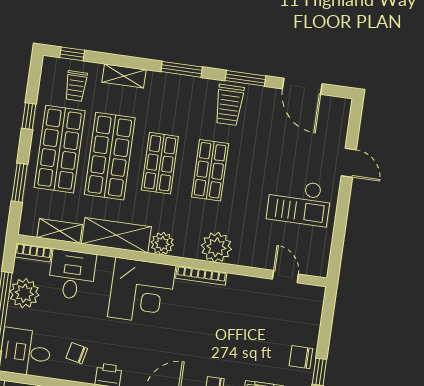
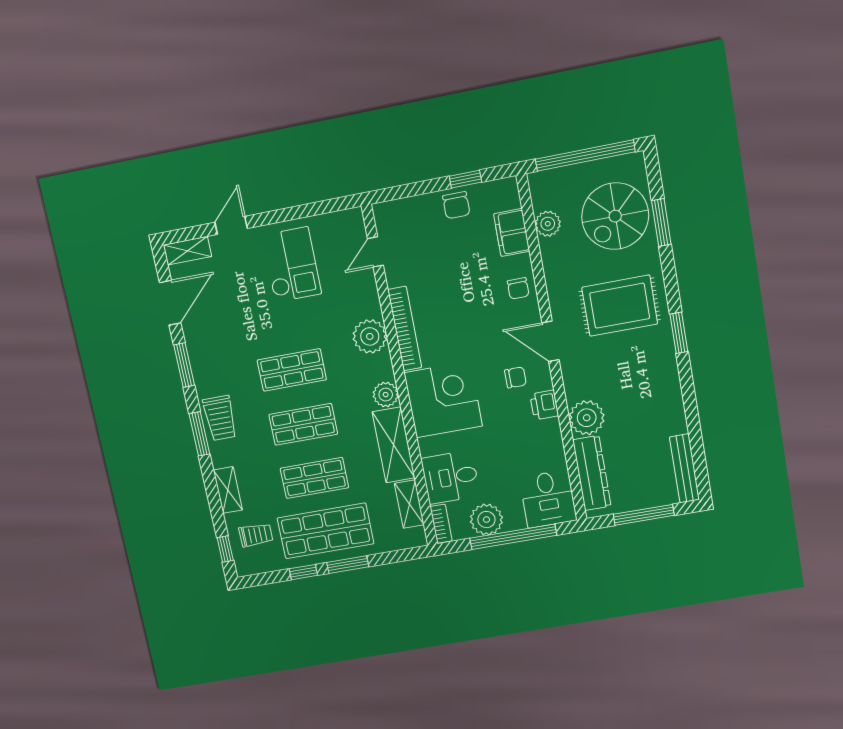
trolley: (229, 105) -> (220, 418), moved, turned 90
shelving: (341, 118) -> (187, 251), added
shop shelf: (110, 156) -> (314, 478), width x0.70, depth x0.74
window: (20, 183) -> (348, 565), moved
bookcase: (201, 276) -> (405, 329), width x1.48, depth x1.31
chair: (77, 353) -> (515, 377), moved, turned -103

